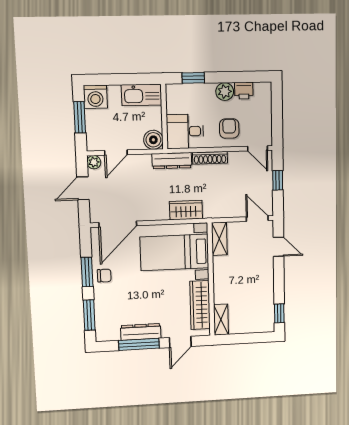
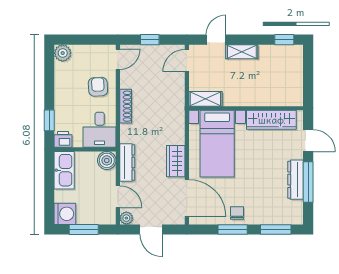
printer: (244, 91) -> (63, 139), moved, turned -90
plant: (225, 92) -> (63, 53), moved
armchair: (229, 128) -> (98, 87), turned 87
dresser: (172, 161) -> (127, 163), moved
wardrobe: (186, 210) -> (176, 161), moved
shelving: (221, 320) -> (242, 52), moved

